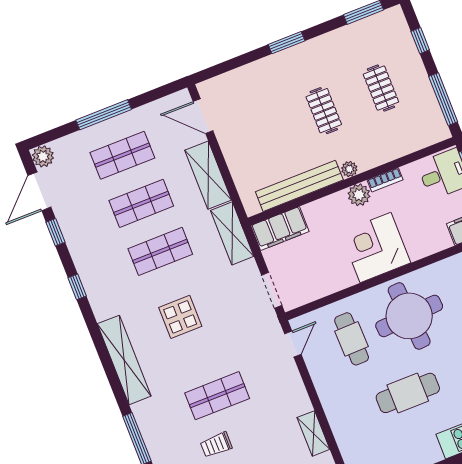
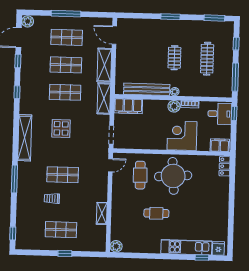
clothes rail: (381, 88) -> (207, 59), width x1.36
corner desk: (375, 248) -> (182, 136), moved
cafe table: (408, 393) -> (156, 213), width x0.73, depth x0.74

